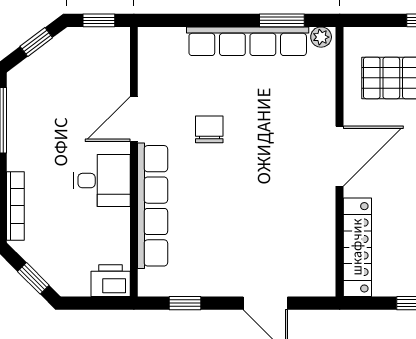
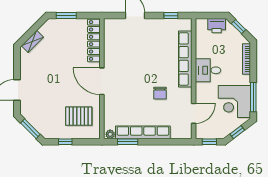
corner desk: (43, 110) -> (234, 102), added
door: (134, 119) -> (194, 113), moved
door: (340, 156) -> (102, 81), hinge flipped
printer: (111, 281) -> (217, 26), moved

